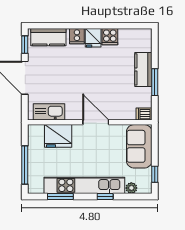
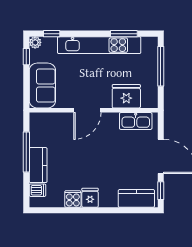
cooker: (77, 36) -> (107, 199), removed
window: (155, 82) -> (26, 152), width x1.44
dishwasher: (144, 114) -> (37, 190), moved
door: (96, 122) -> (87, 110), hinge flipped
plant: (131, 188) -> (35, 42), moved
window: (105, 196) -> (52, 34), moved

